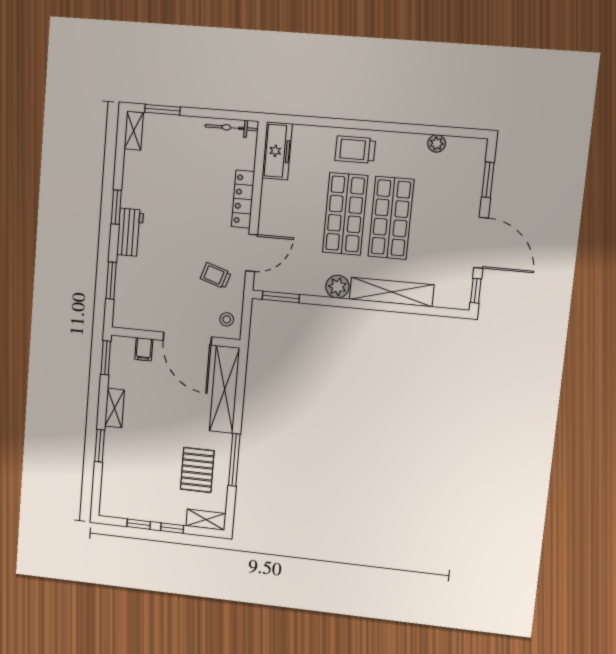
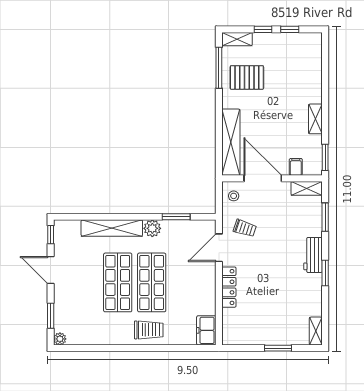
window: (162, 110) -> (278, 348), moved
bicycle: (232, 128) -> (242, 339), removed
plant: (437, 143) -> (60, 339), moved
freezer: (277, 151) -> (206, 330), width x0.71
door: (481, 243) -> (51, 270), width x0.73
window: (281, 297) -> (176, 217), moved
shelving: (132, 320) -> (307, 188), added
window: (100, 446) -> (325, 88), removed
window: (234, 460) -> (219, 68), moved
pallet: (197, 470) -> (247, 77), turned 90

